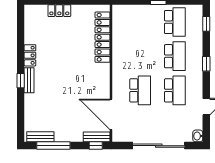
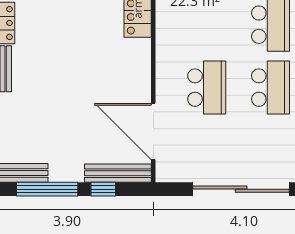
bench: (97, 137) -> (118, 173), width x1.36
window: (96, 146) -> (103, 189), moved

